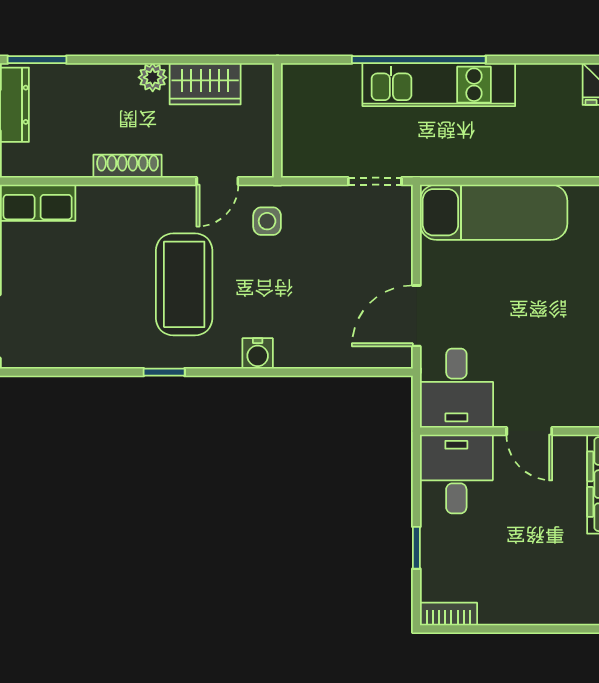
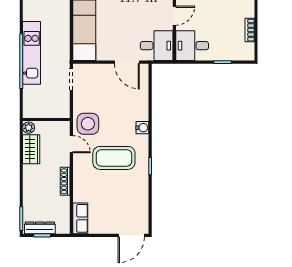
plant: (153, 77) -> (29, 128), moved
side table: (267, 221) -> (88, 124), width x1.87, depth x1.87
bookcase: (448, 614) -> (250, 30), moved

